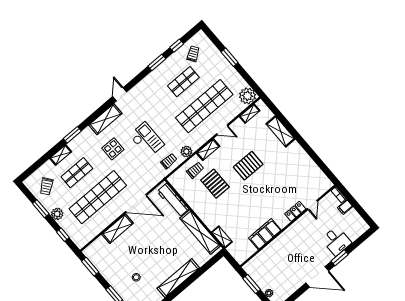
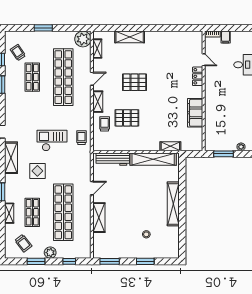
plant: (186, 151) -> (85, 119), removed
pallet: (248, 166) -> (134, 82), turned 90
door: (136, 203) -> (92, 188), width x0.53

